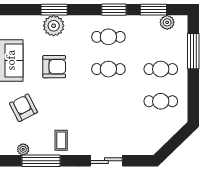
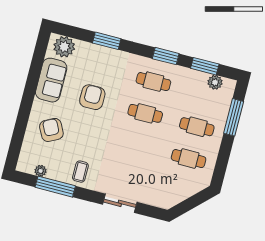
plant: (54, 26) -> (64, 47), moved
armchair: (54, 67) -> (92, 97), turned -90

